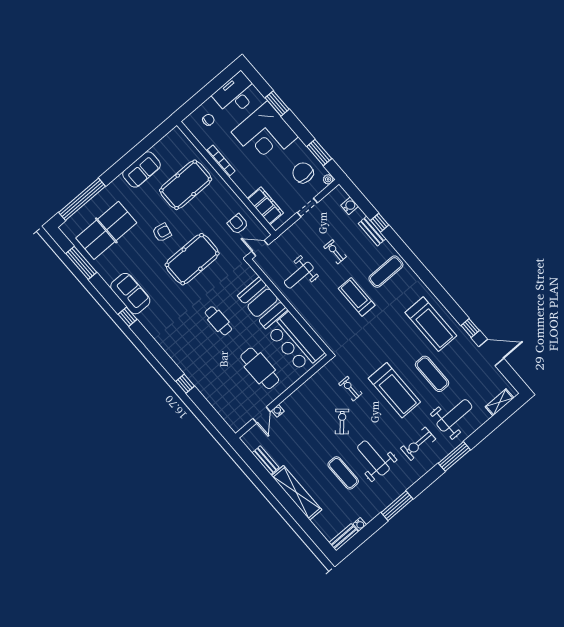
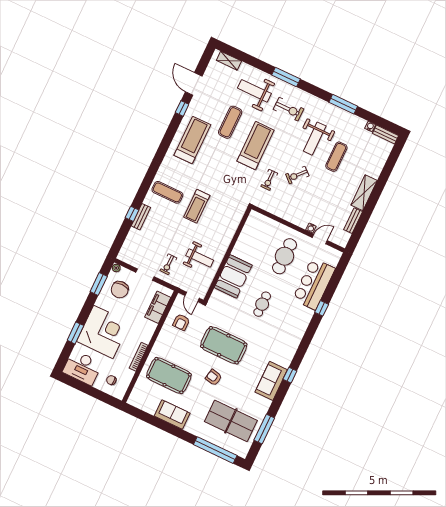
water cooler: (350, 206) -> (129, 243), removed
exercise bike: (335, 252) -> (168, 264), moved
bar counter: (295, 342) -> (314, 284), moved, turned 180
shelving: (297, 493) -> (364, 193), width x0.68

